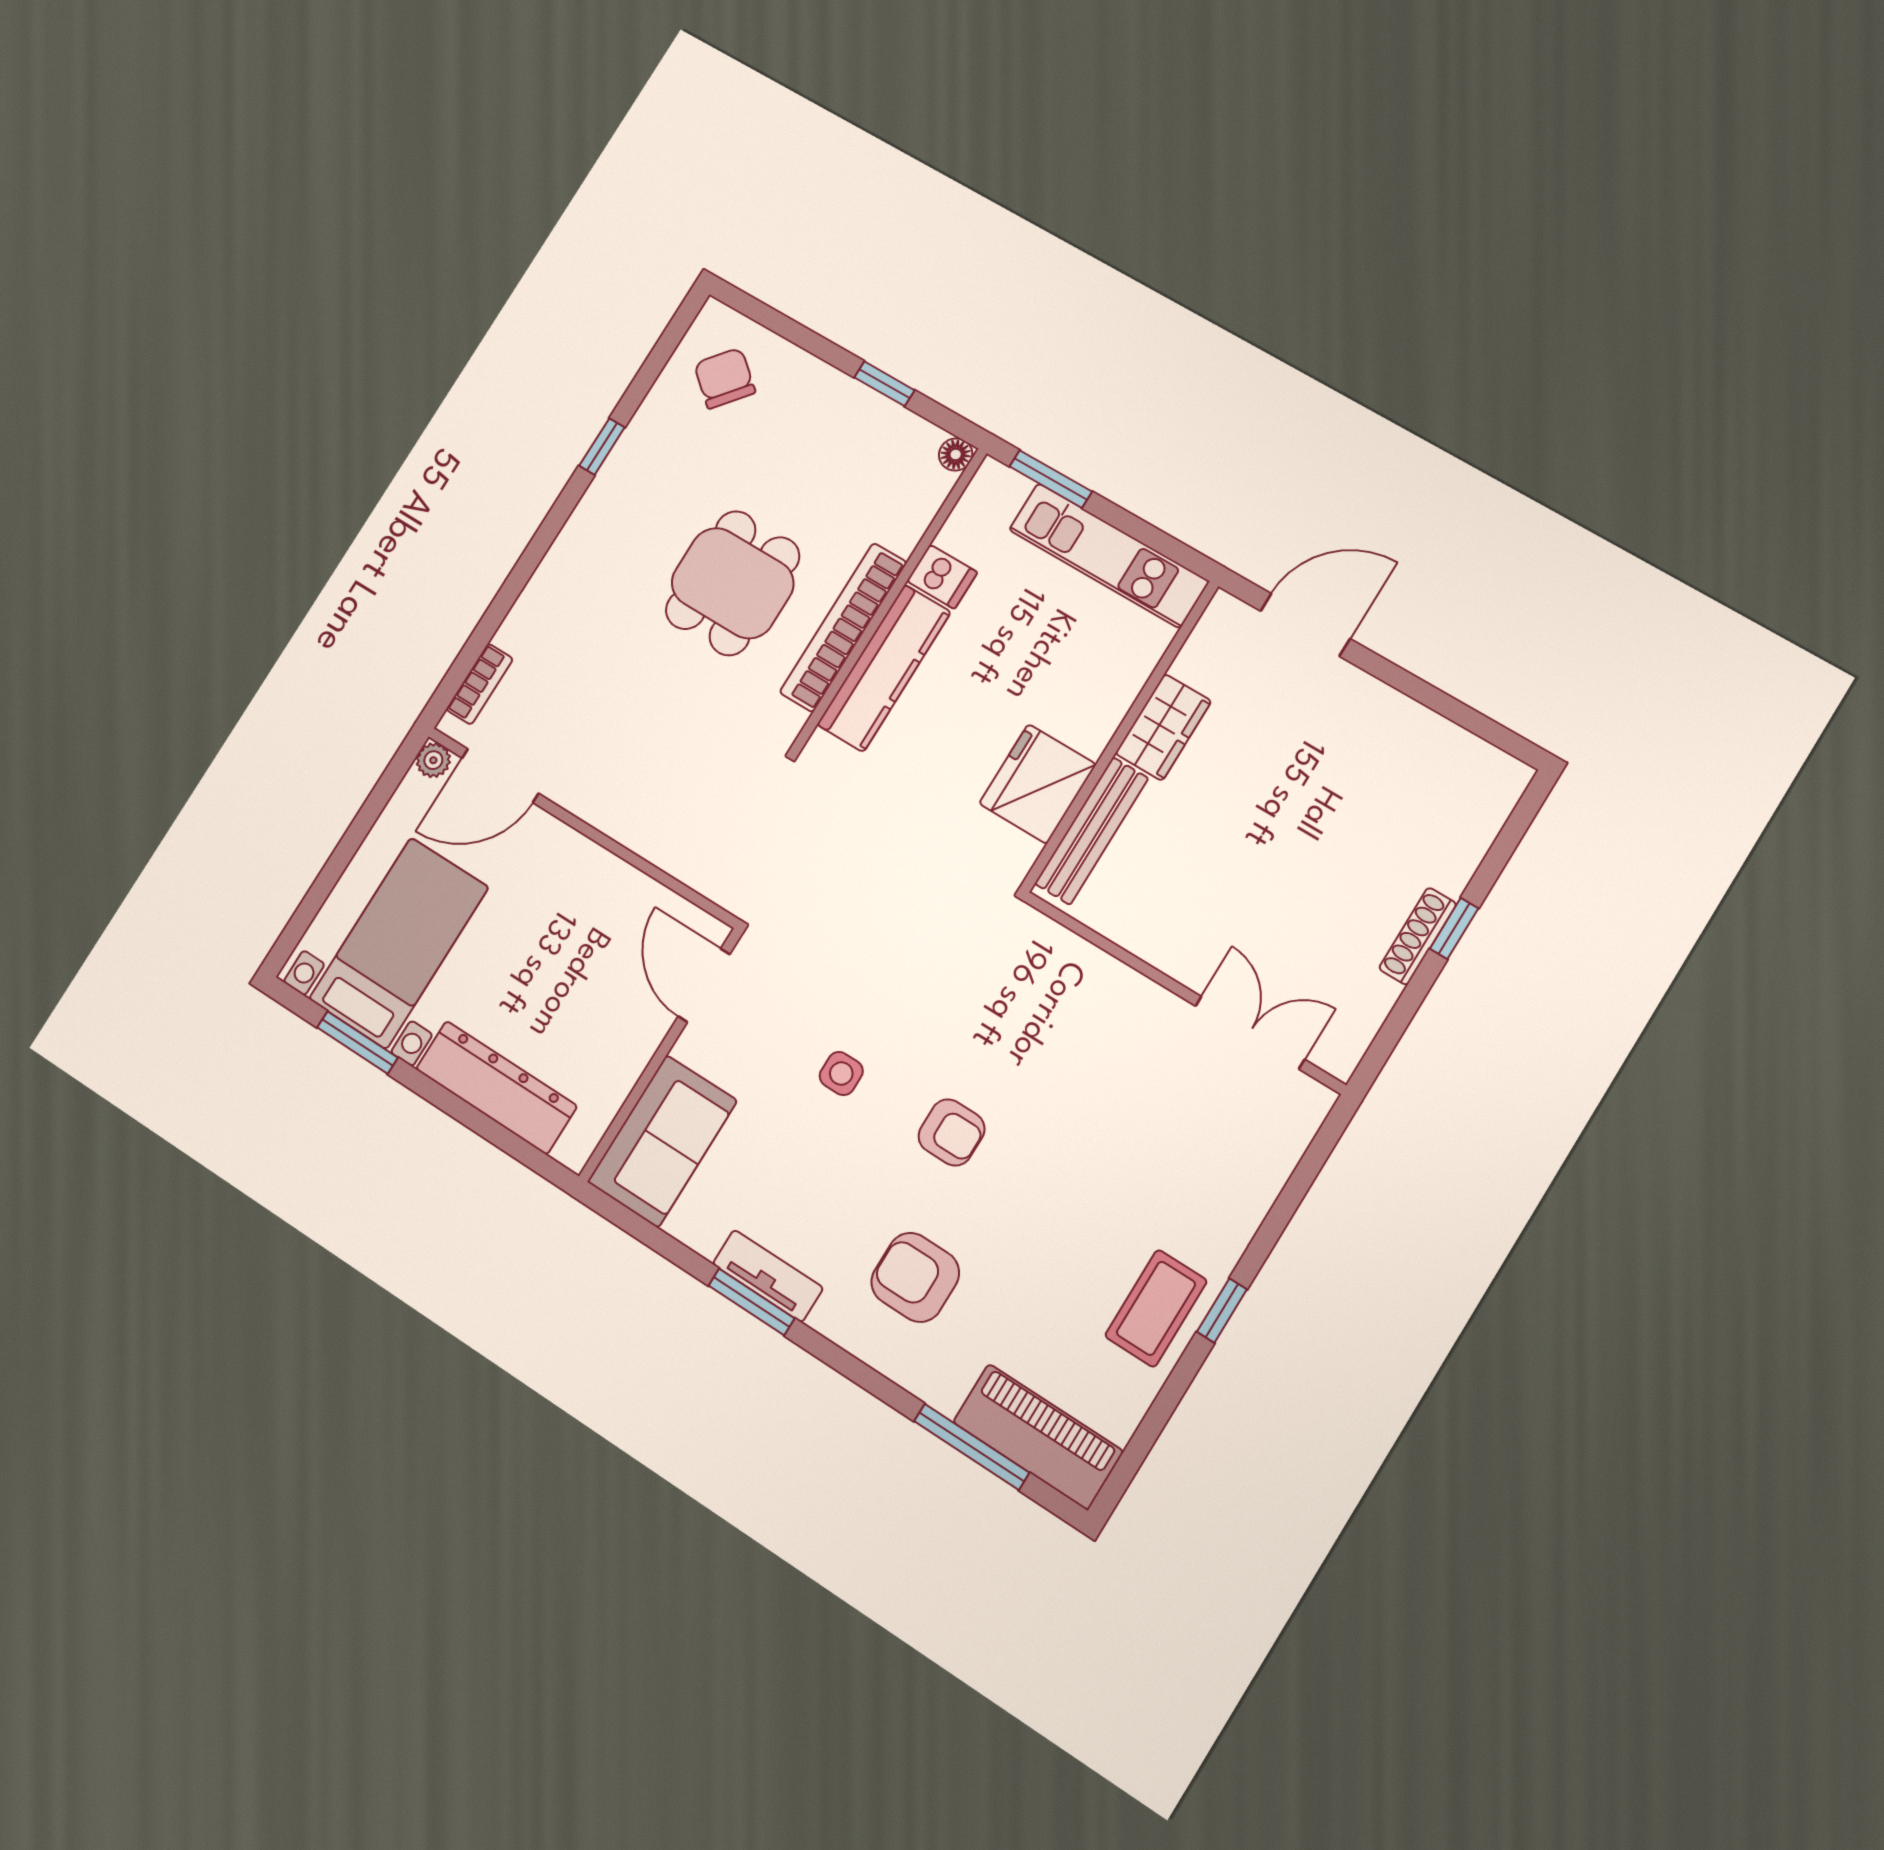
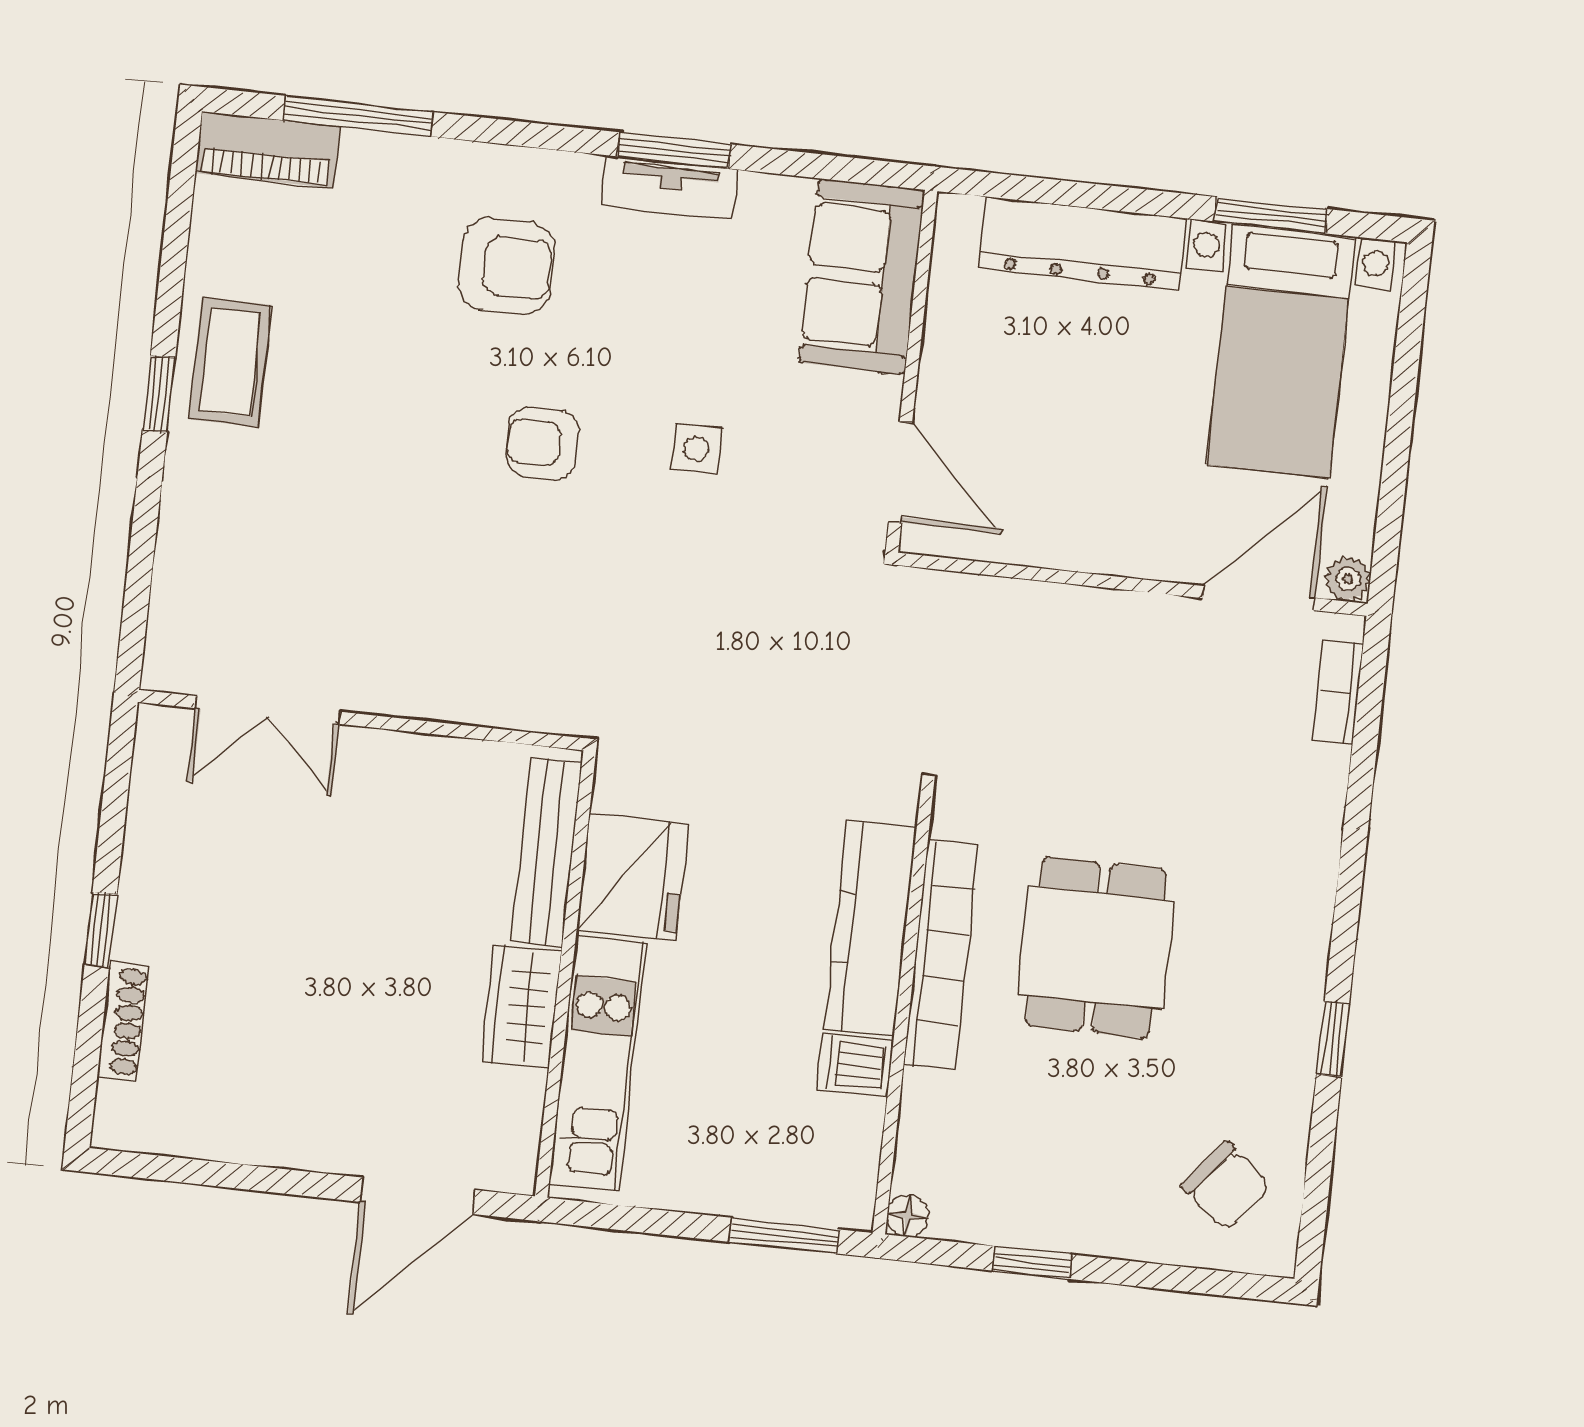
kitchen unit: (1109, 555) -> (597, 1063), moved, turned 90
shoe rack: (1418, 936) -> (123, 1021), moved
piano: (1038, 1437) -> (268, 150), width x0.73, depth x0.75

